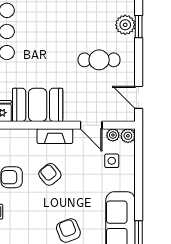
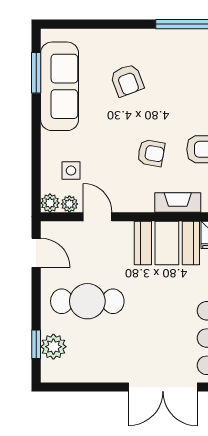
cafe table: (99, 60) -> (87, 301), width x1.37, depth x1.35
fireplace: (55, 136) -> (178, 202), moved
armchair: (50, 174) -> (151, 153), turned -41

